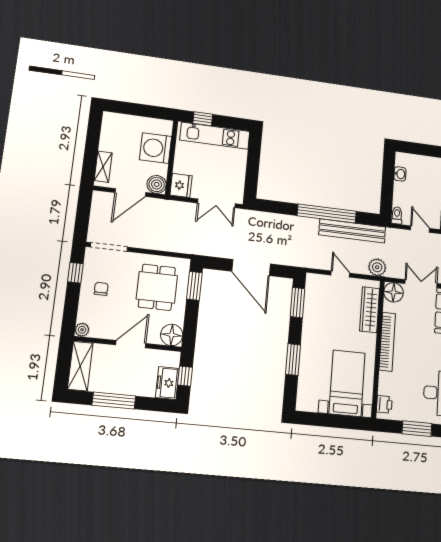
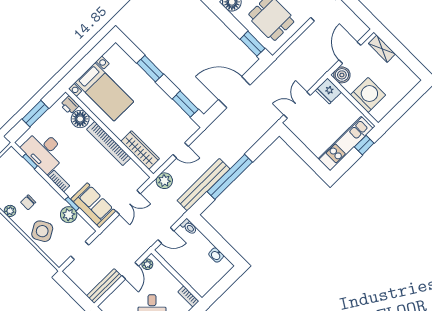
floor lamp: (394, 292) -> (80, 119), moved

